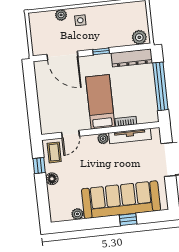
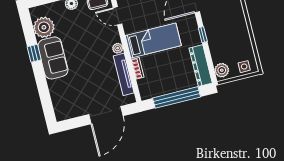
side table: (80, 20) -> (244, 67), moved
sofa: (121, 200) -> (53, 58), width x0.54, depth x0.79
plant: (77, 214) -> (44, 27), width x1.88, depth x1.88
window: (128, 219) -> (34, 53), moved

